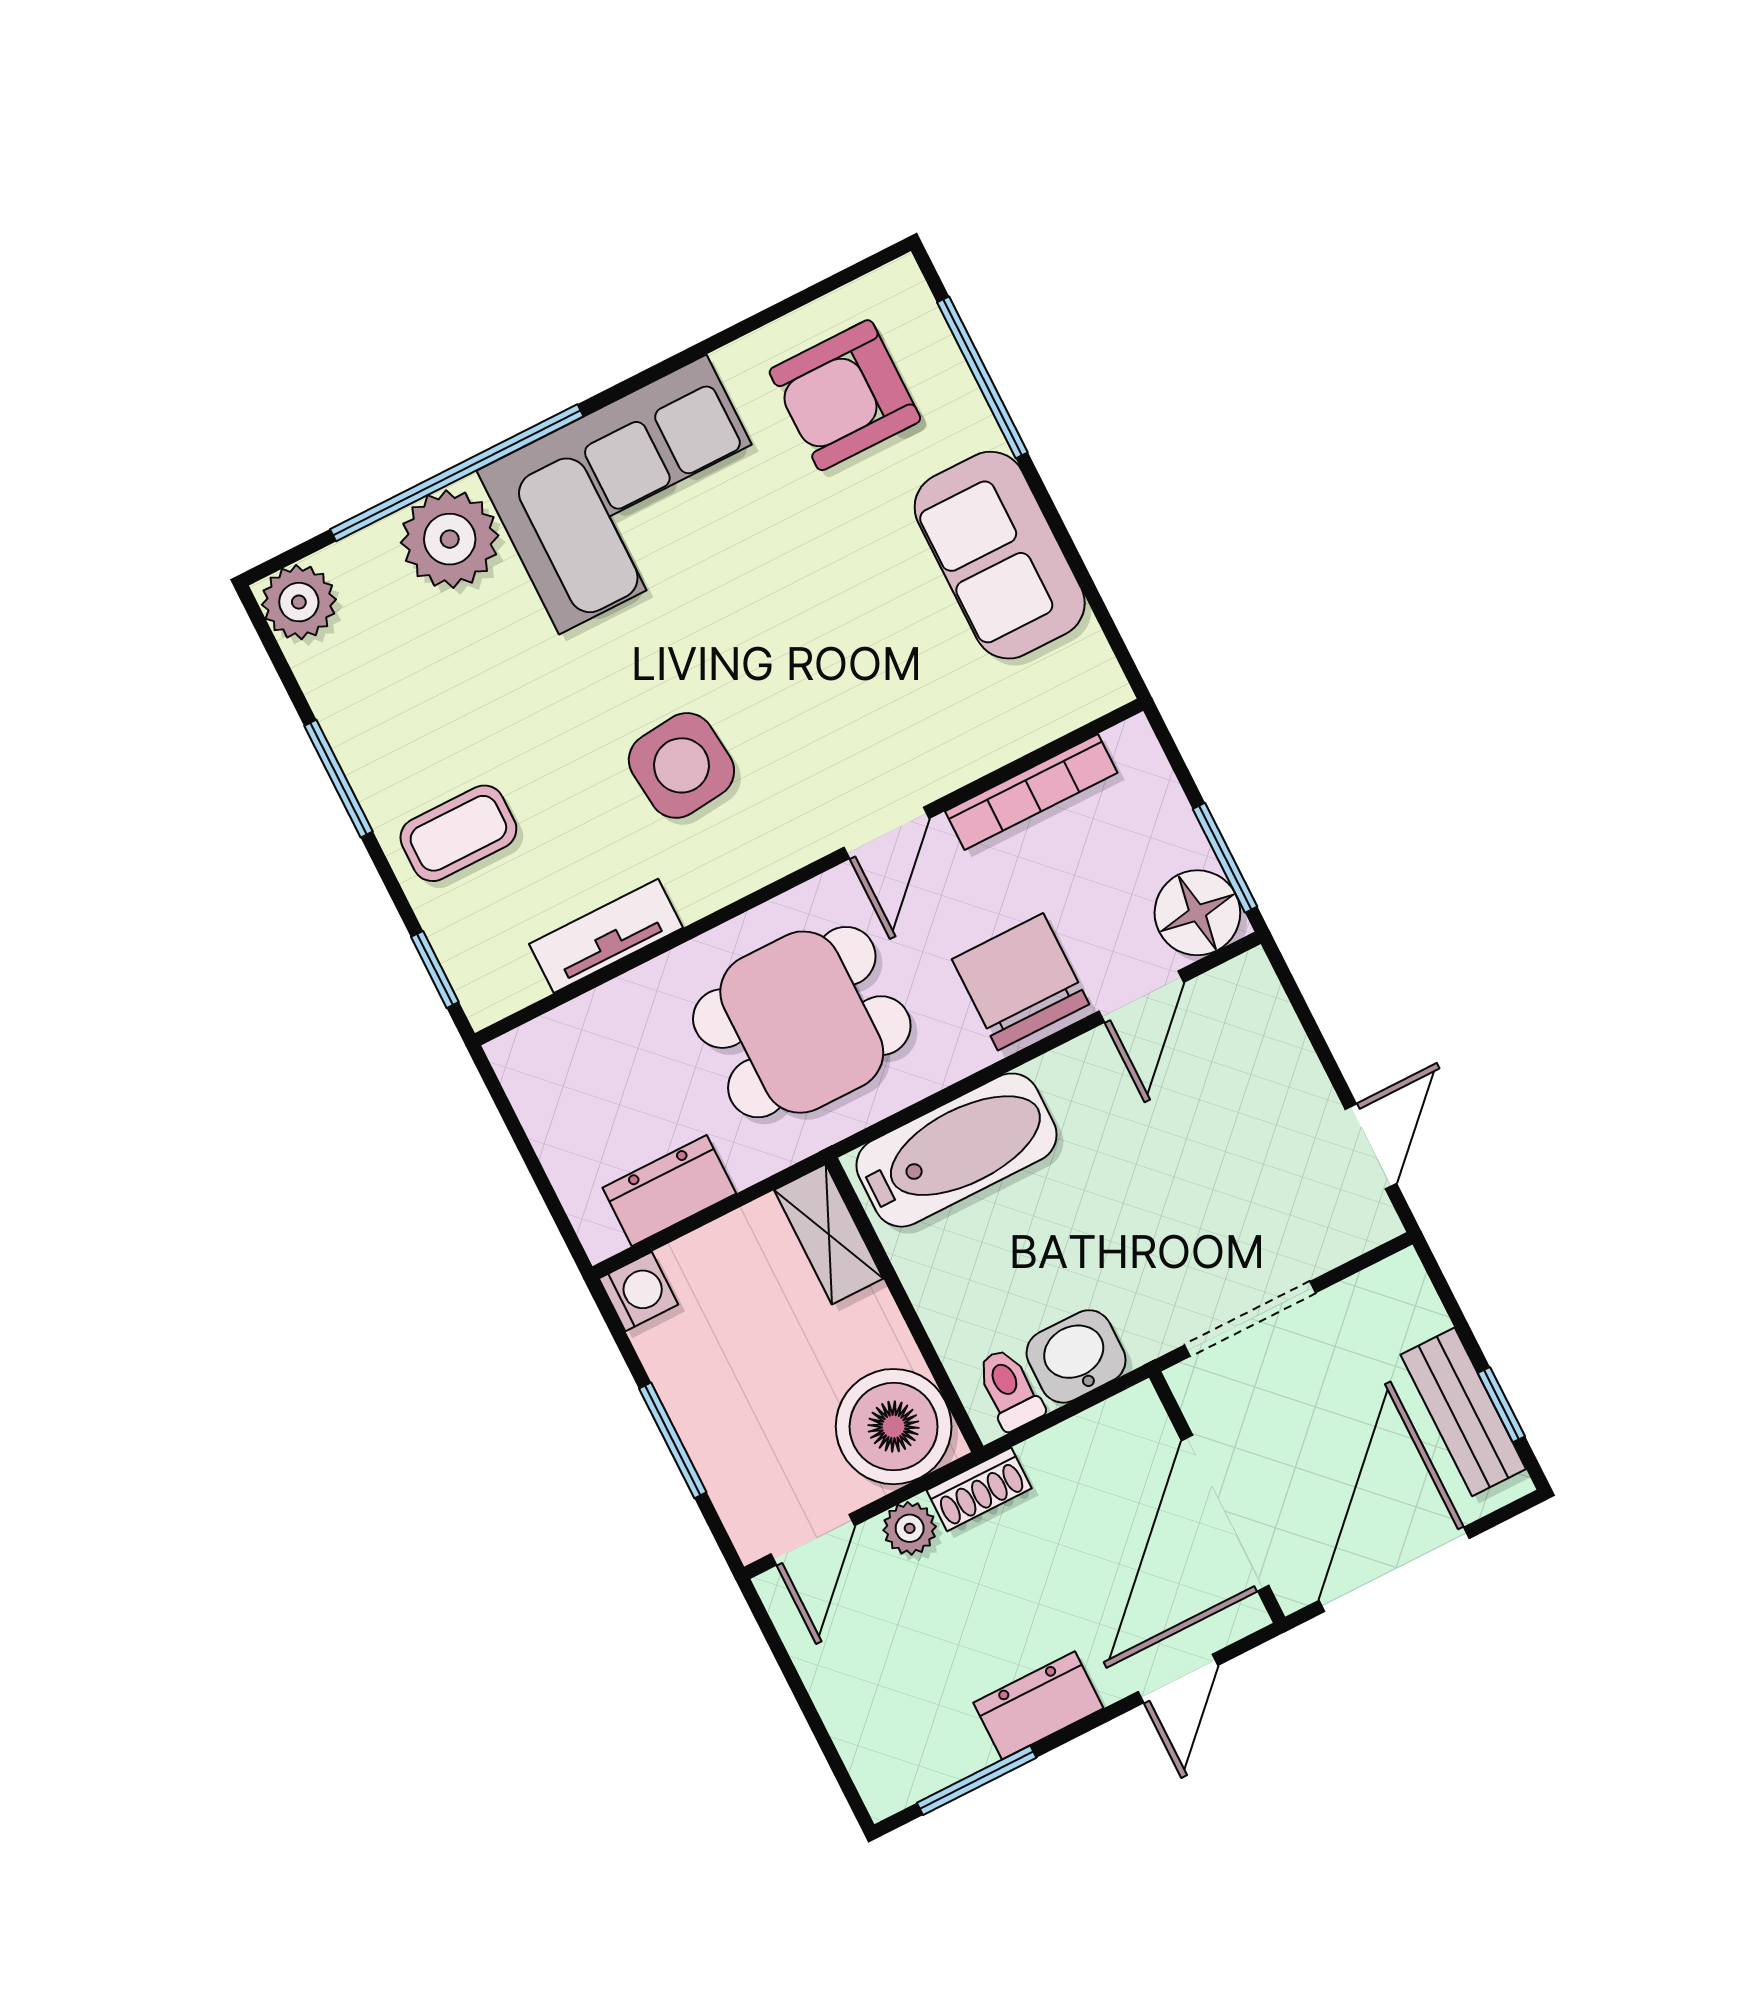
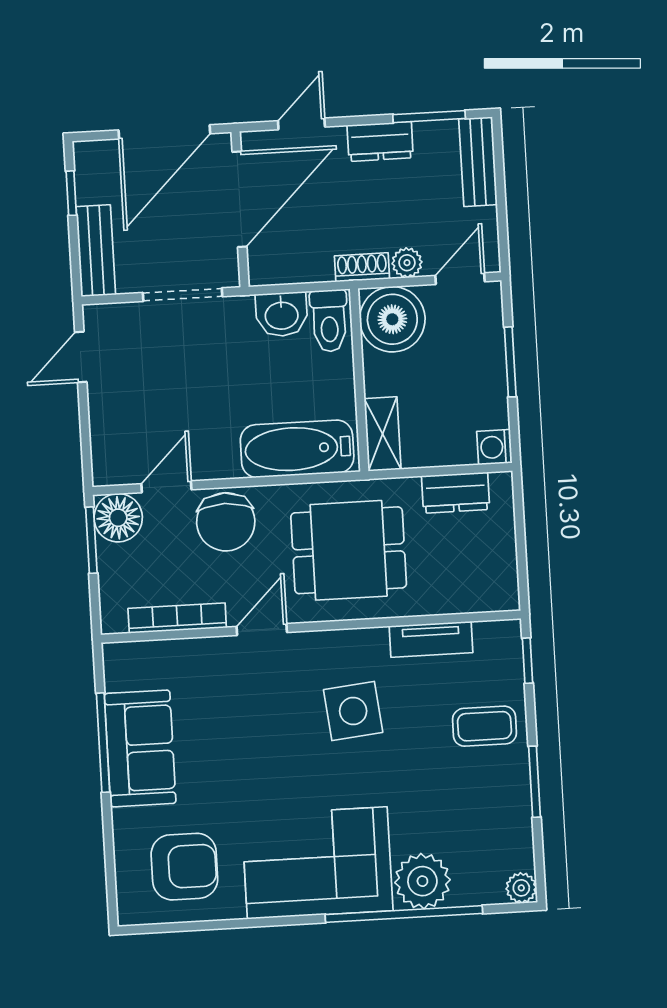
window: (982, 377) -> (103, 743), moved
plant: (299, 602) -> (521, 888), width x0.73, depth x0.73
toilet: (1009, 1389) -> (329, 321), width x1.37, depth x1.39
bench: (1463, 1412) -> (96, 251), moved
bench: (866, 1742) -> (478, 162), added

